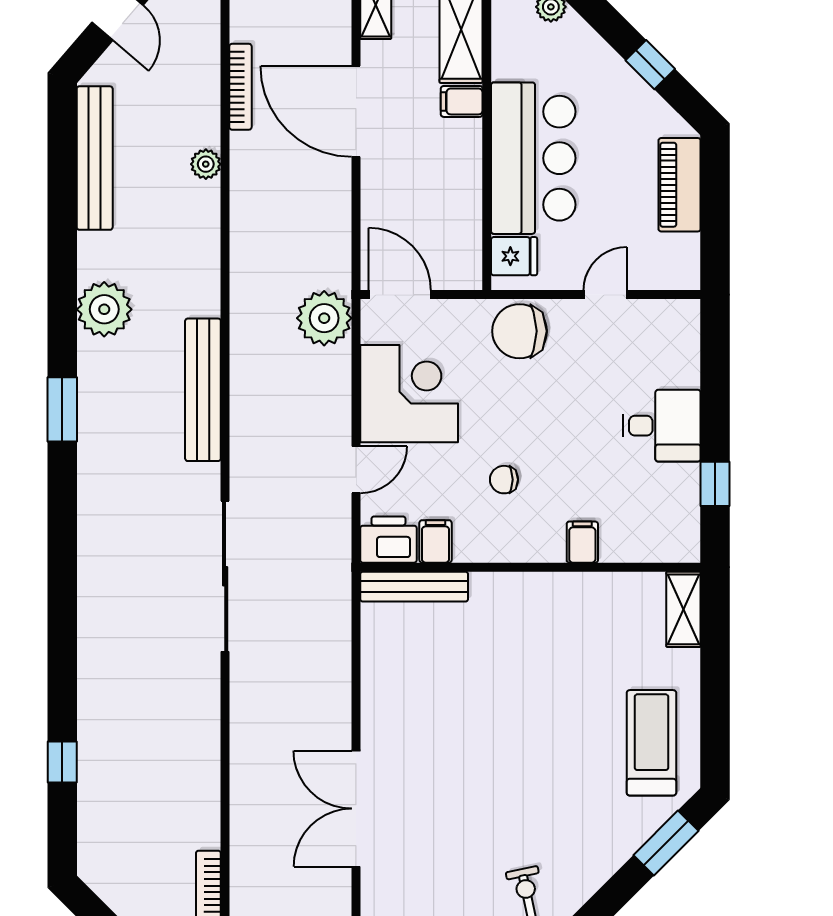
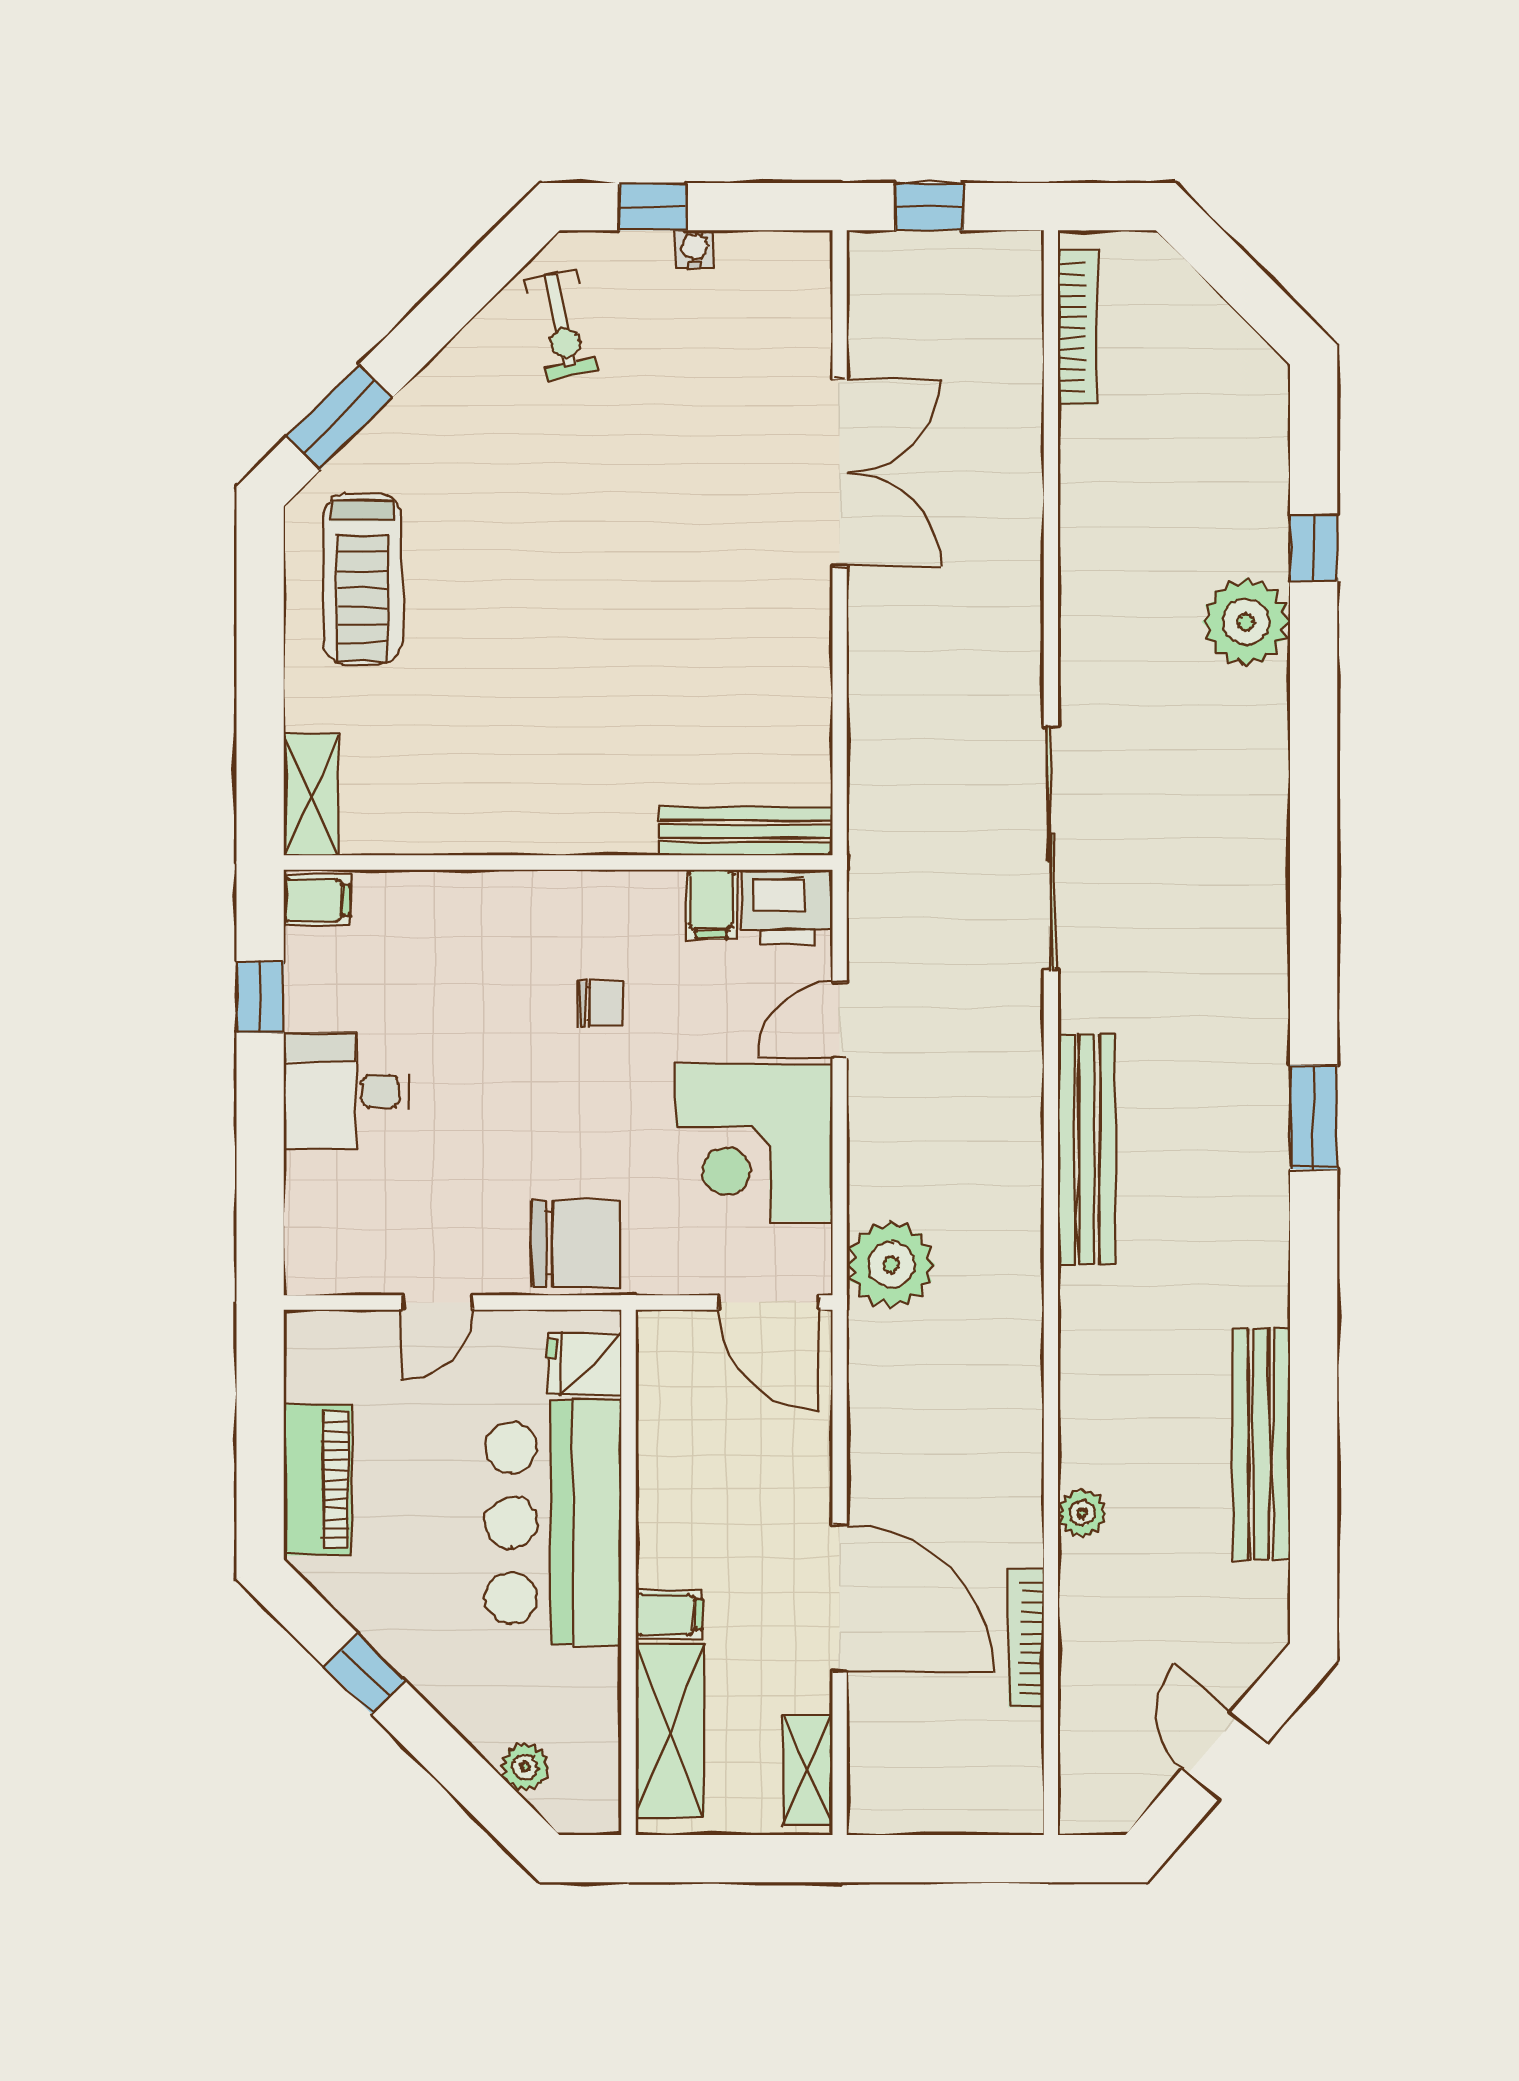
bench: (95, 158) -> (1261, 1444), moved
plant: (104, 309) -> (1246, 622), moved
filing cabinet: (582, 542) -> (317, 900), moved, turned -90

